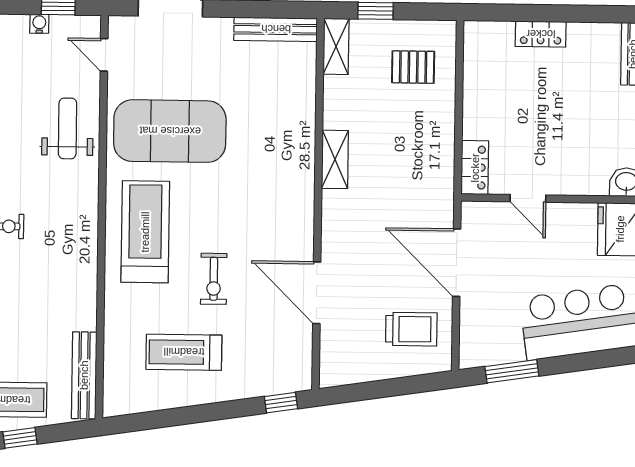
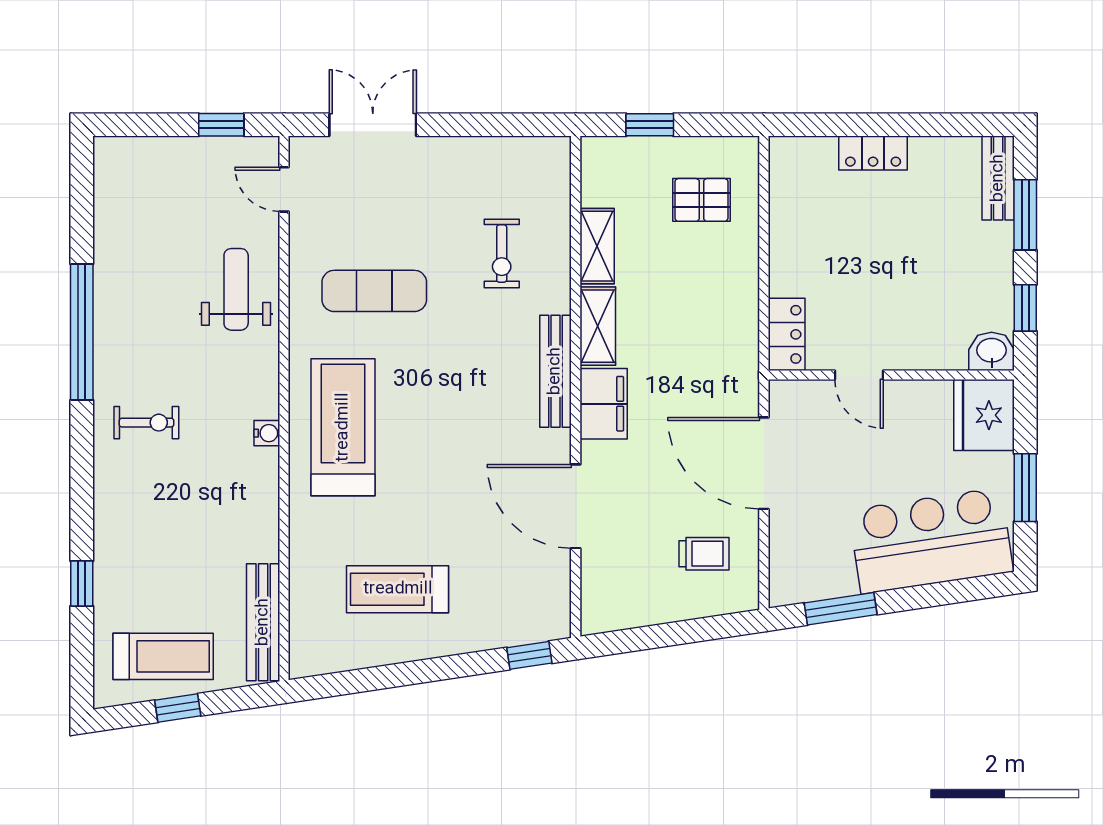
water cooler: (39, 24) -> (267, 433), moved, turned 90
bench: (276, 29) -> (555, 371), moved, turned 90
shelving: (336, 46) -> (597, 246), moved
exercise mat: (170, 131) -> (374, 291), width x0.50, depth x0.69
filing cabinet: (339, 217) -> (604, 404), added
exercise bike: (214, 279) -> (502, 254), moved
trolley: (411, 329) -> (704, 554), width x0.73, depth x0.72

